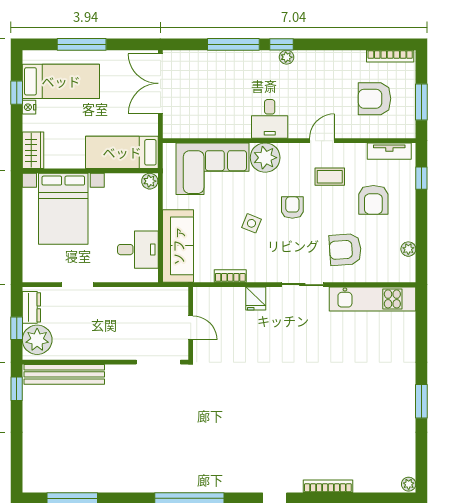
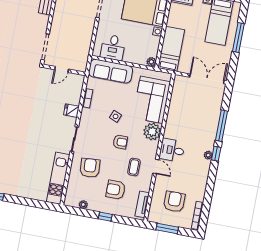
desk: (270, 119) -> (172, 150), moved
window: (421, 178) -> (105, 217), moved

